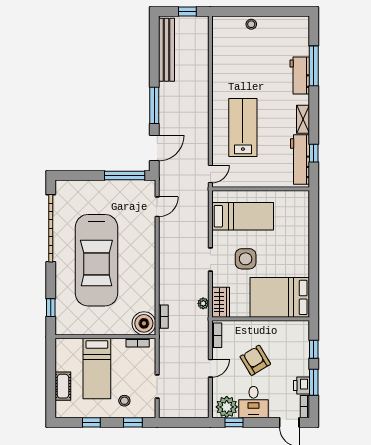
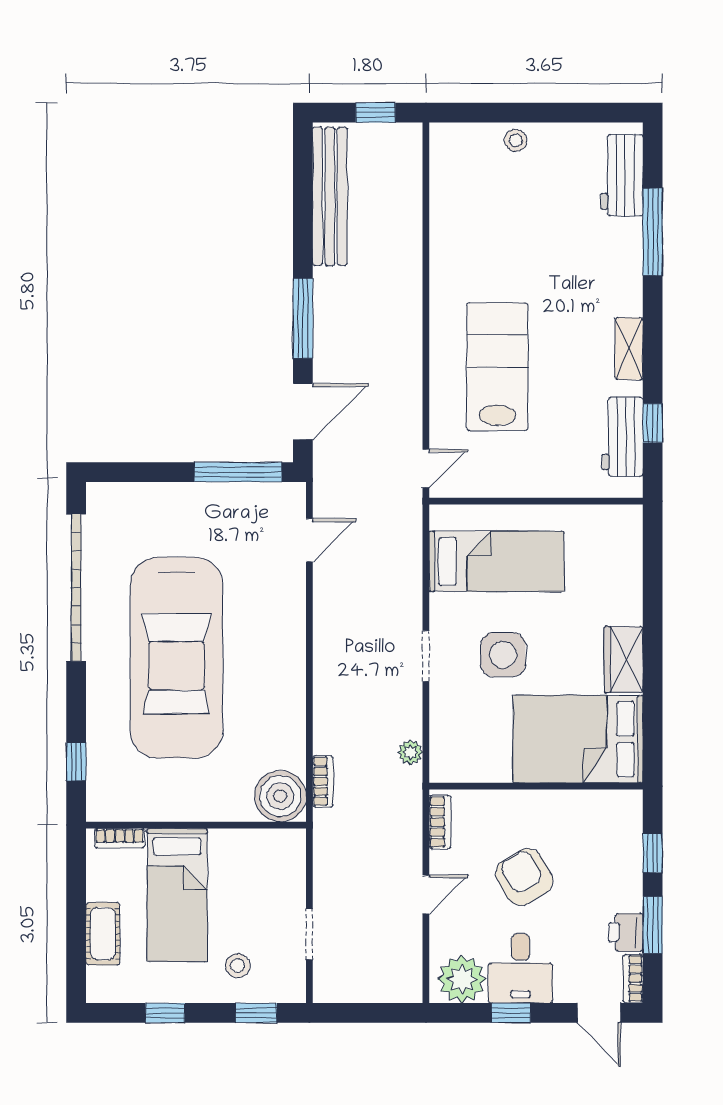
workbench: (300, 75) -> (622, 175), moved
workbench: (300, 159) -> (622, 437), width x0.73
wardrobe: (221, 302) -> (624, 660), moved, turned 180
bookcase: (138, 343) -> (120, 838), moved
window: (234, 422) -> (511, 1013), moved

